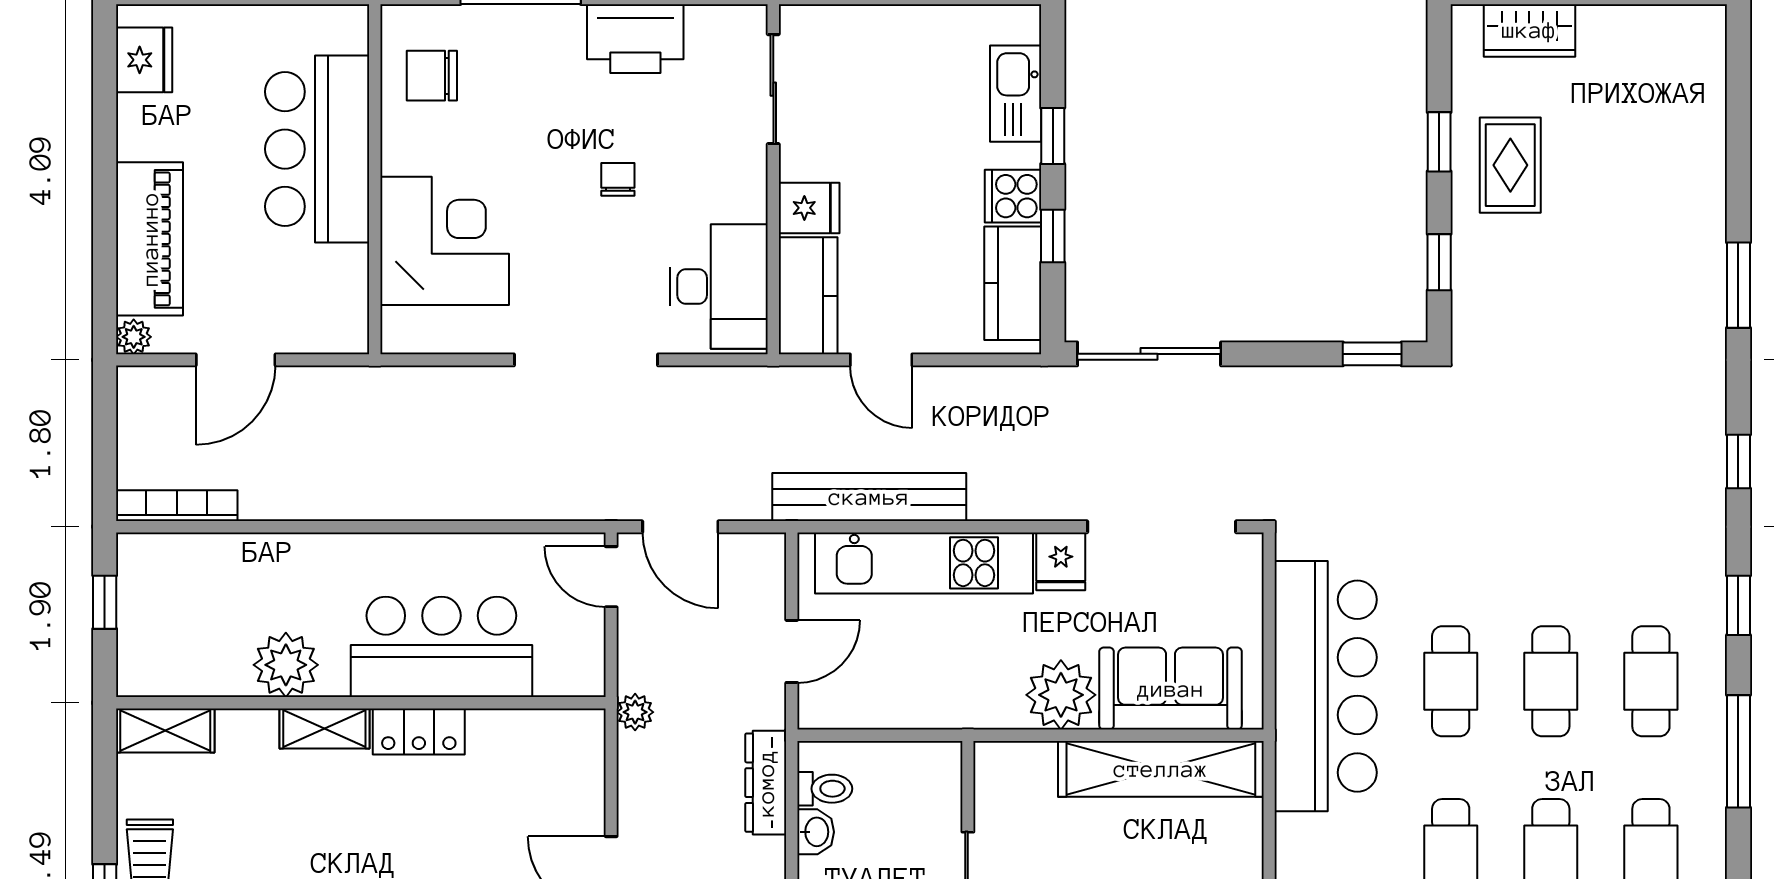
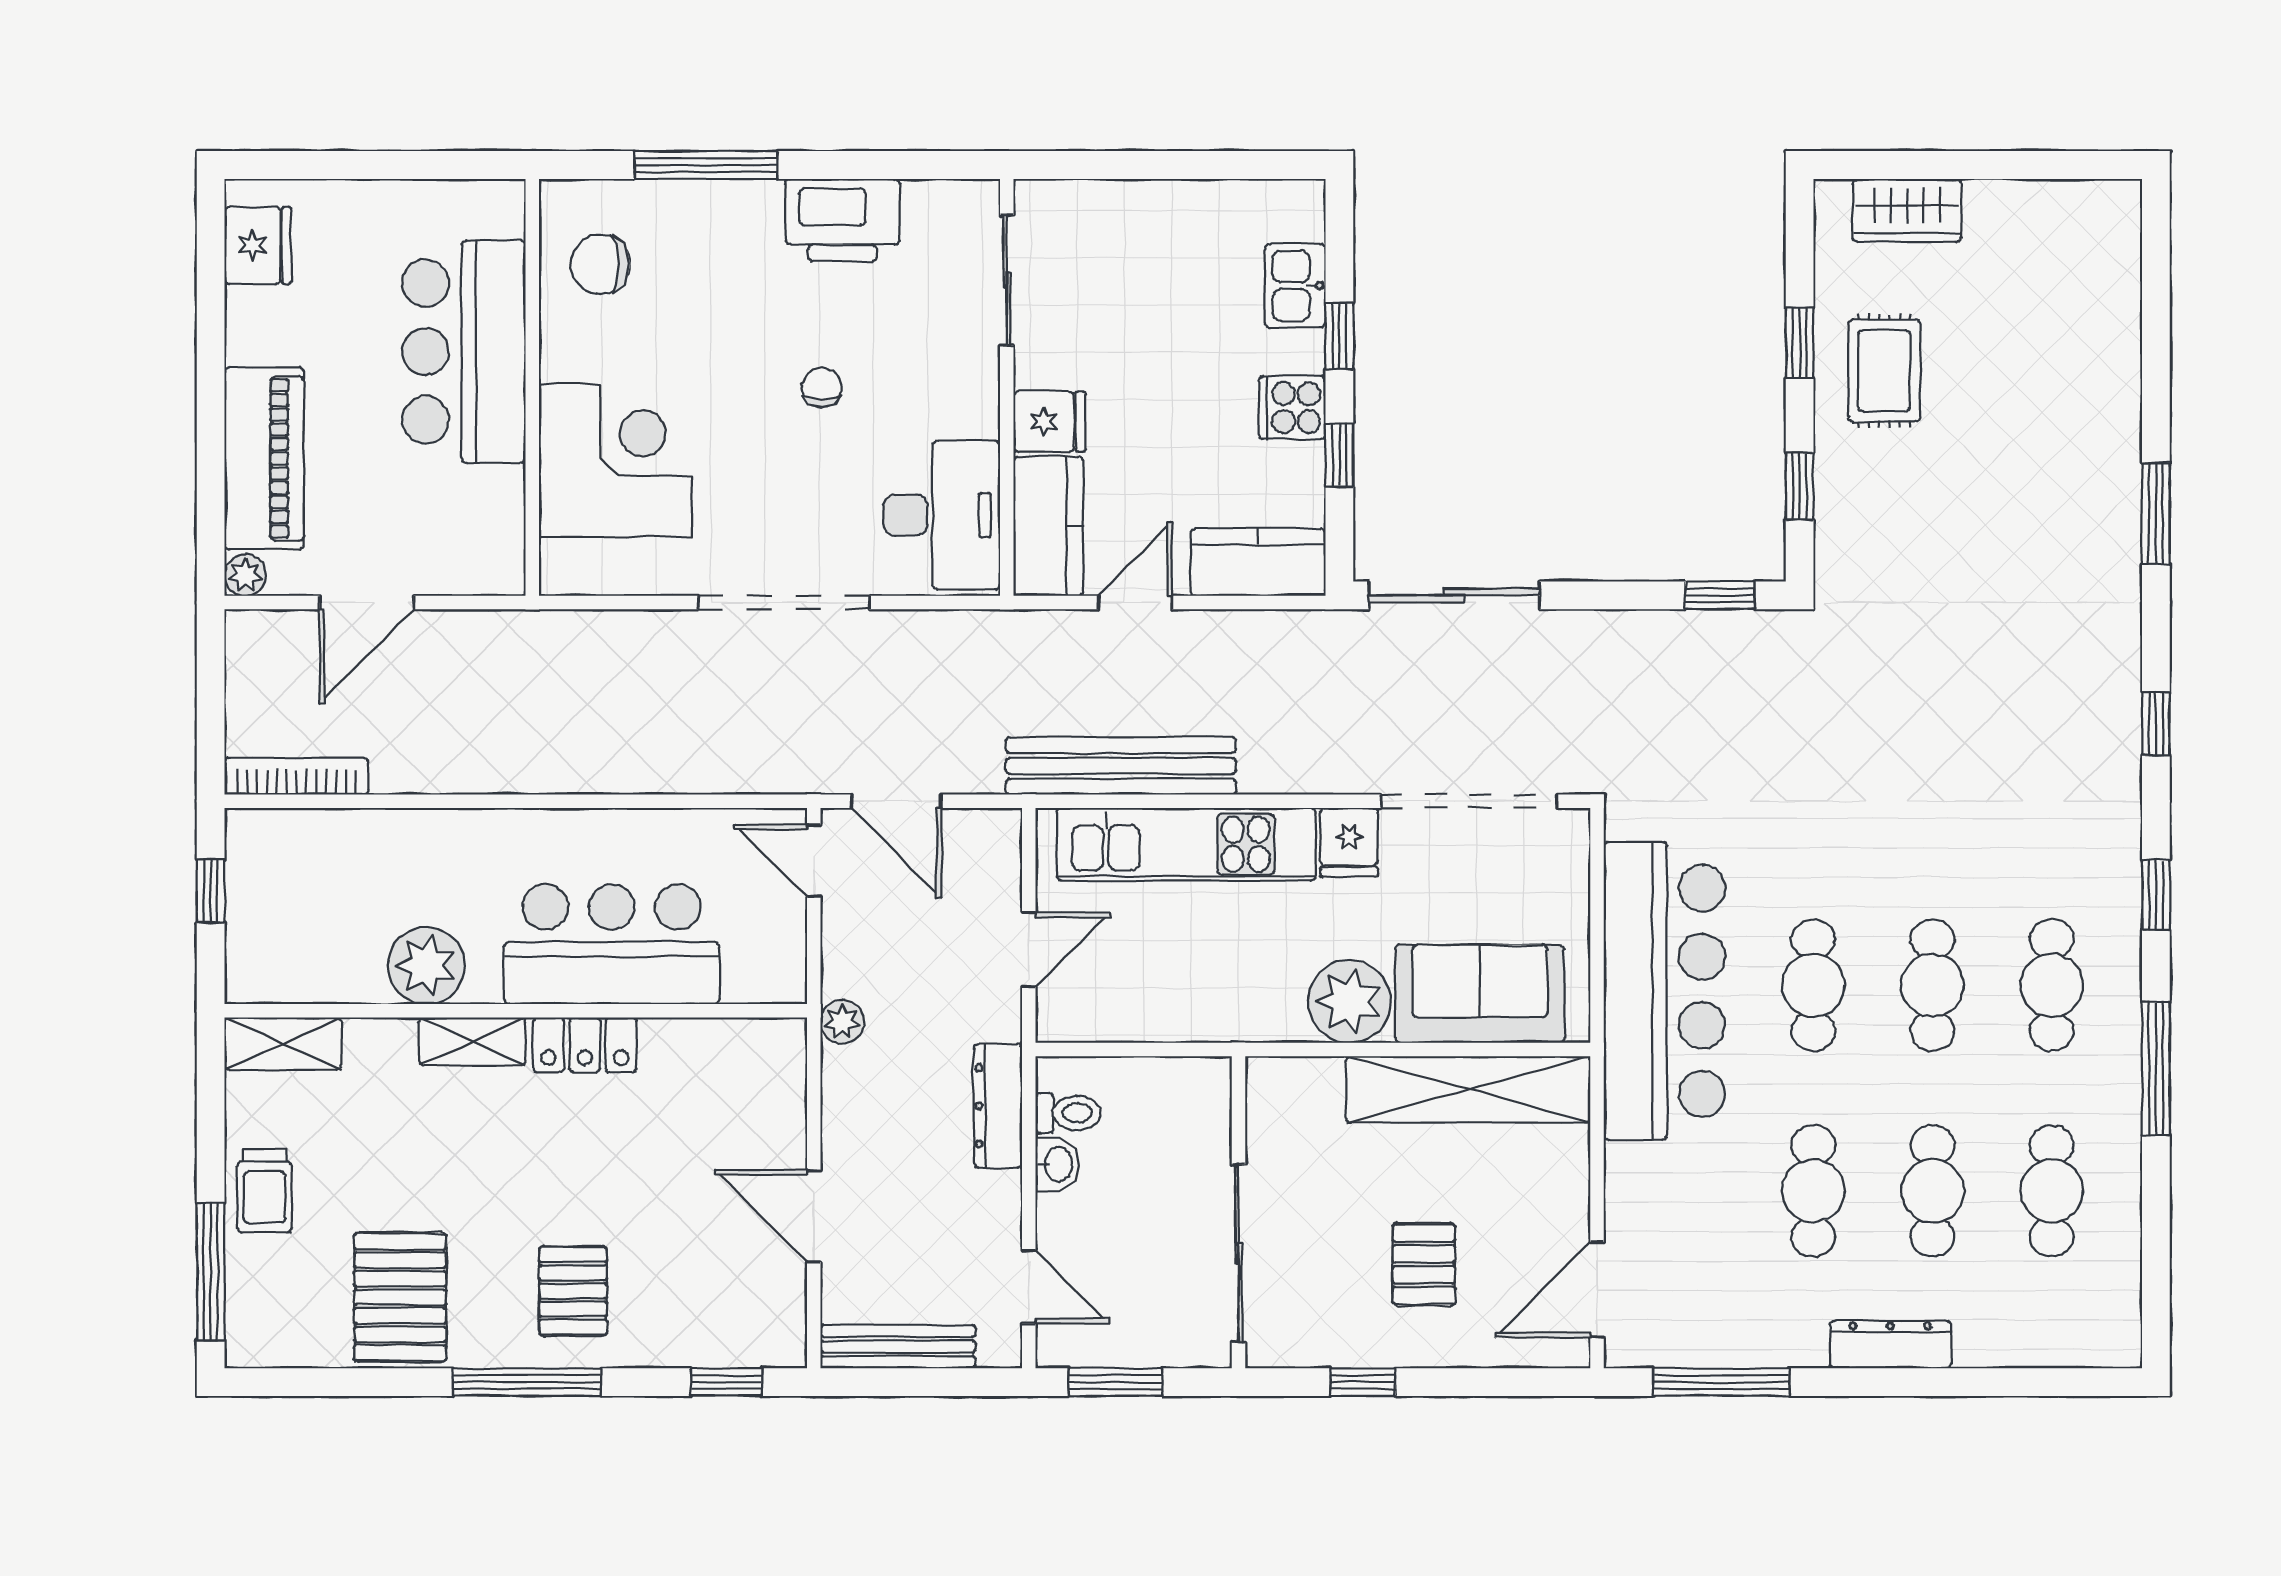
kitchen sink: (1016, 94) -> (1295, 286), width x0.73
kitchen counter: (1013, 283) -> (1258, 562), moved, turned 90
door: (881, 360) -> (1135, 603), swing flipped

